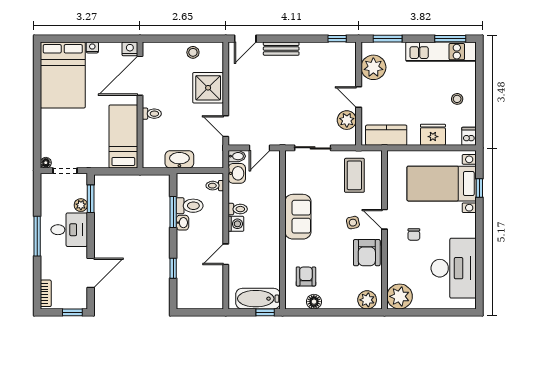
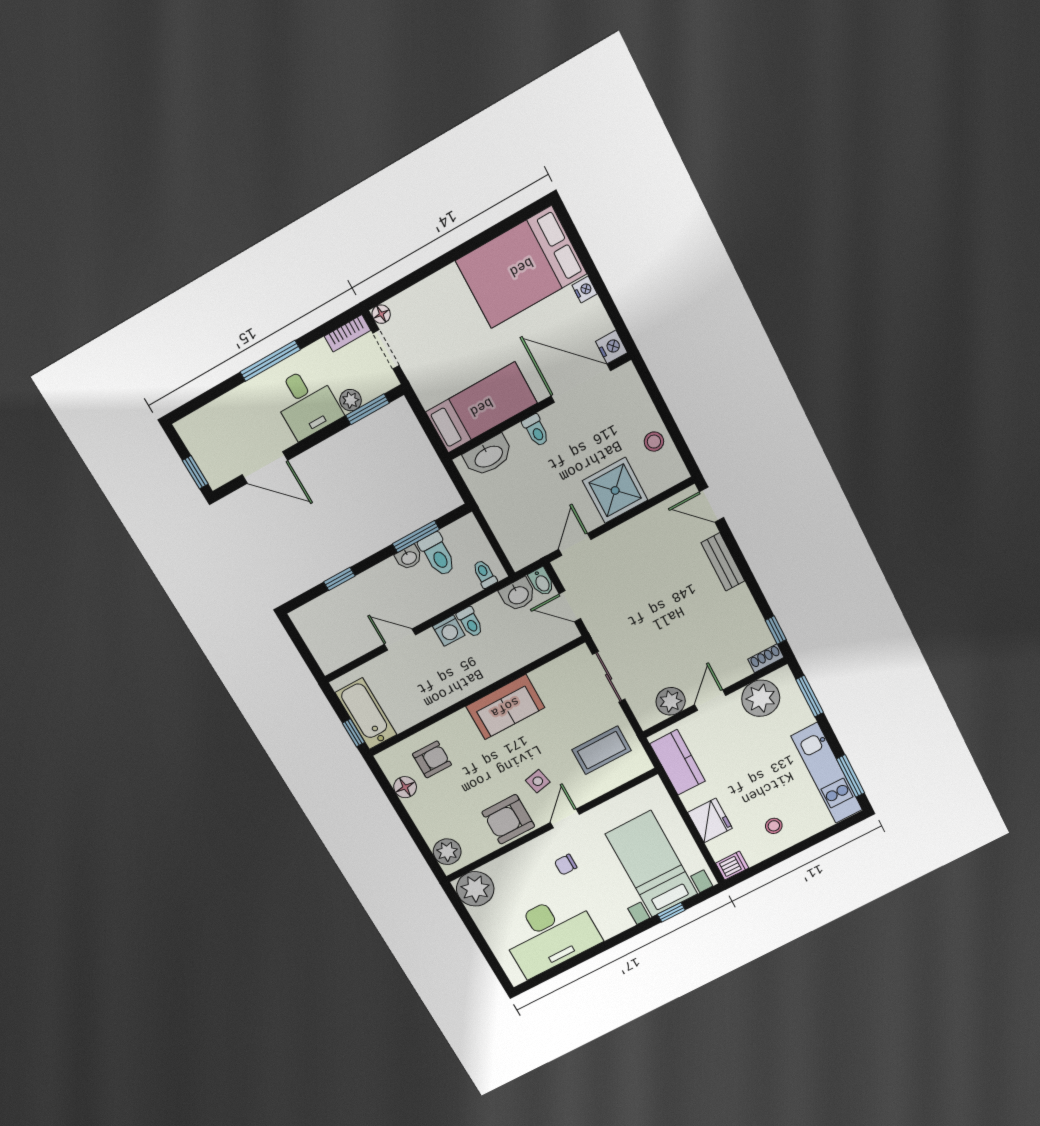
shoe rack: (351, 52) -> (766, 658), added
washbasin: (179, 159) -> (488, 456), moved, turned 90
bookcase: (46, 293) -> (347, 333), moved

